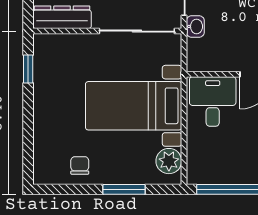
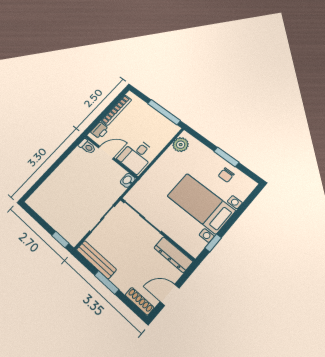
washbasin: (195, 26) -> (128, 180), moved
bed with nightstands: (134, 106) -> (201, 203), moved, turned 180
window: (124, 189) -> (226, 157), moved

